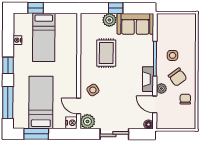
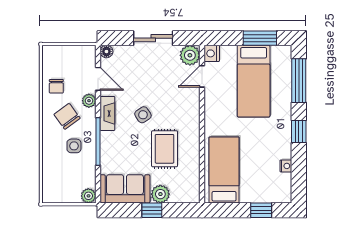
plant: (162, 19) -> (88, 196), added
bed: (44, 37) -> (224, 170), moved
side table: (93, 90) -> (143, 115), moved
door: (79, 106) -> (202, 76), swing flipped

